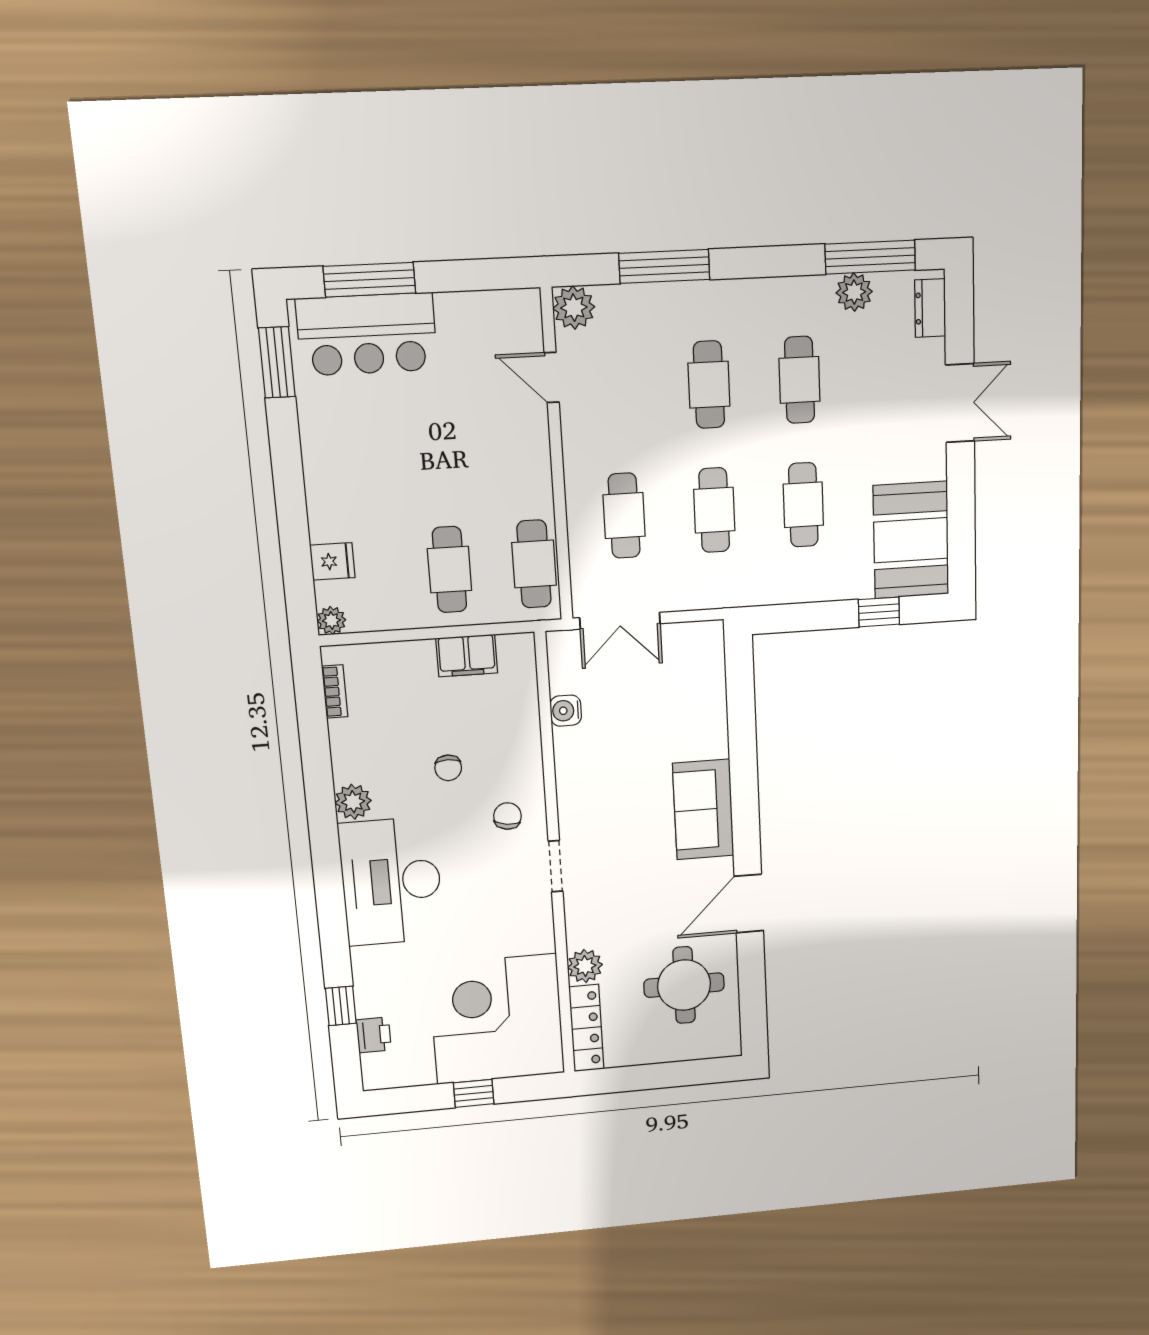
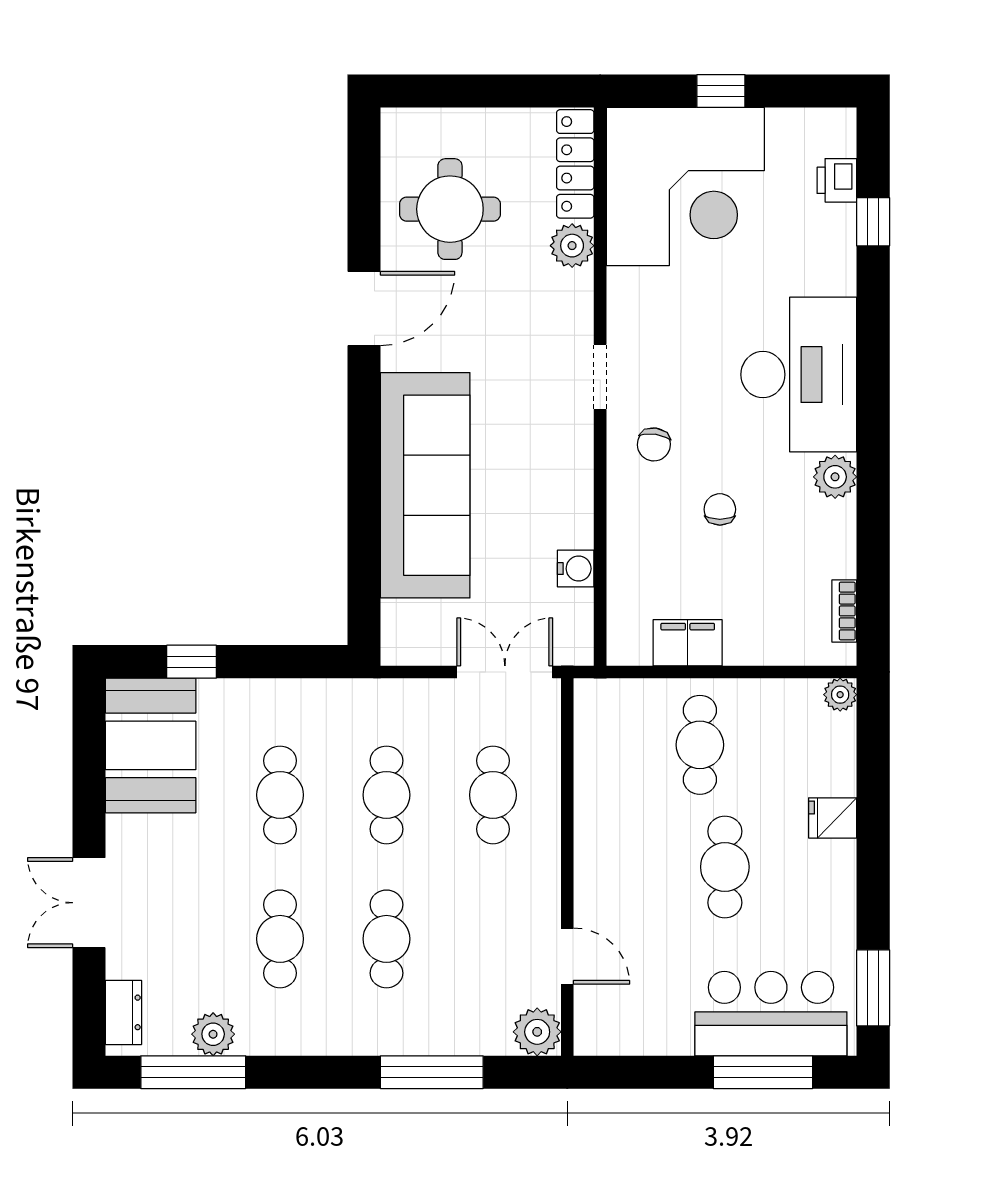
fridge: (332, 561) -> (833, 818), moved
cafe table: (534, 564) -> (725, 867), moved
sofa: (703, 810) -> (425, 485), width x1.85, depth x1.27

